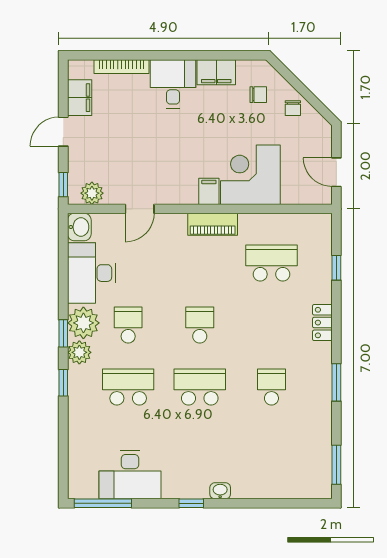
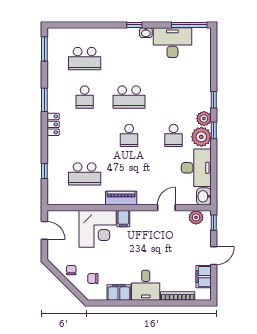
locker: (322, 323) -> (53, 124), moved
school desk: (128, 387) -> (85, 59), moved
washbasin: (220, 491) -> (146, 33), moved

